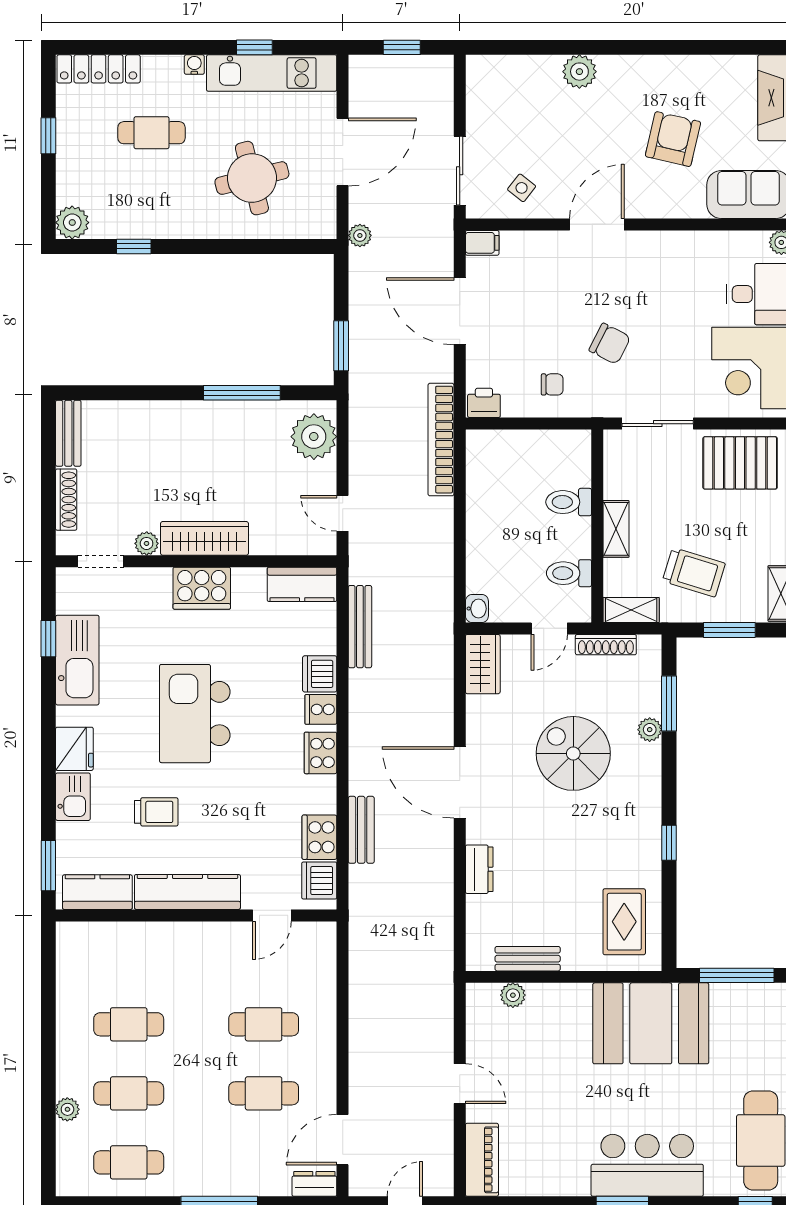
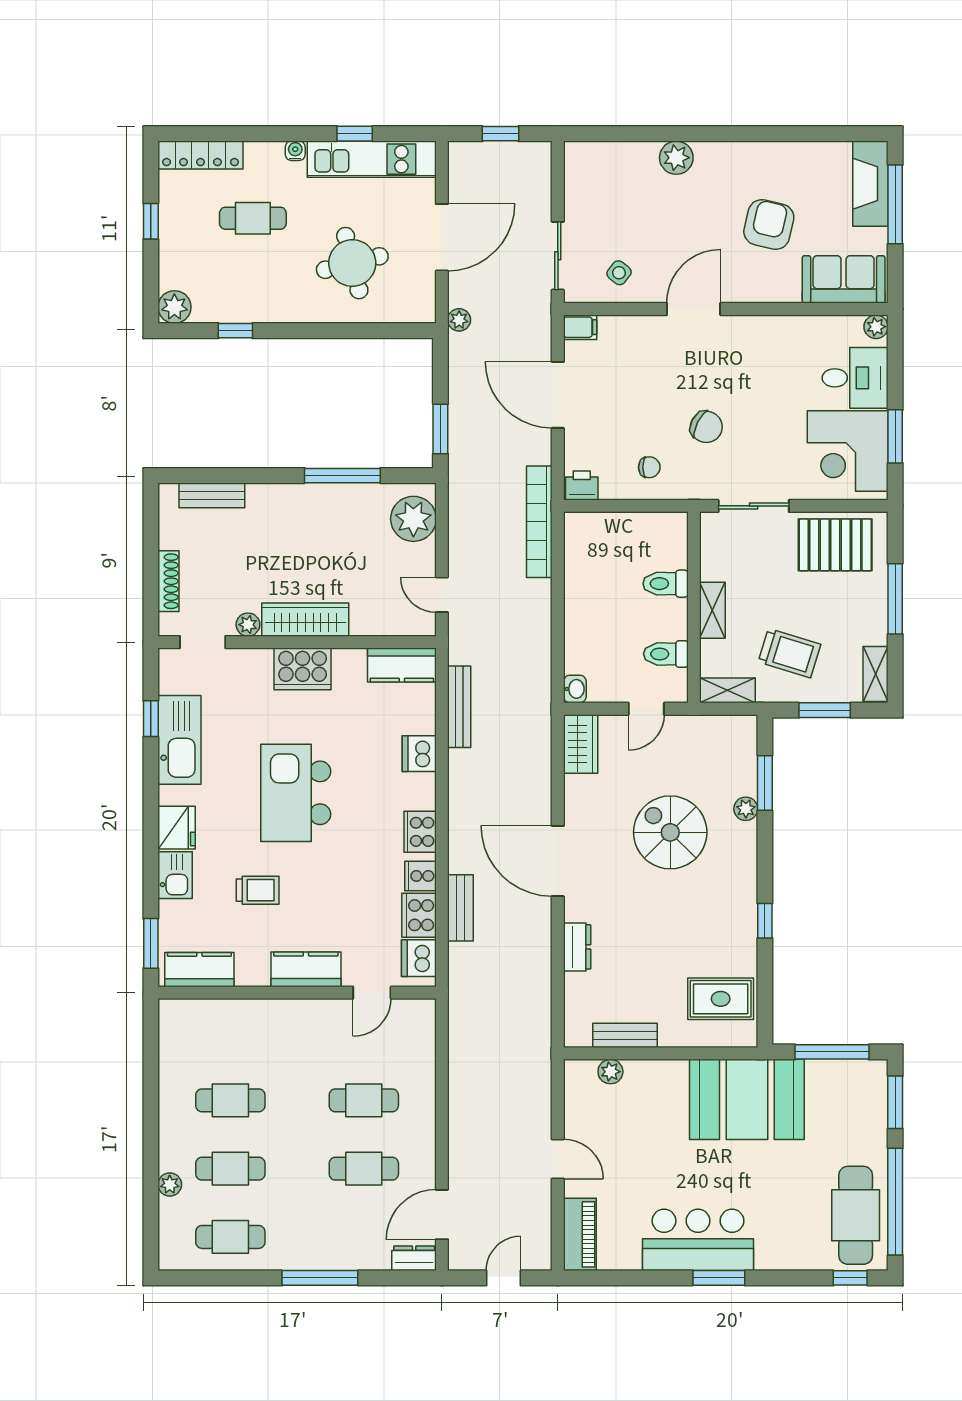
bench: (68, 433) -> (212, 495), moved, turned 90
shoe rack: (606, 645) -> (702, 725), removed
cooker: (321, 709) -> (420, 876), moved
kitchen counter: (187, 892) -> (306, 969), width x0.67
rug: (624, 922) -> (721, 999), turned 90
bar counter: (647, 1165) -> (698, 1240), moved

